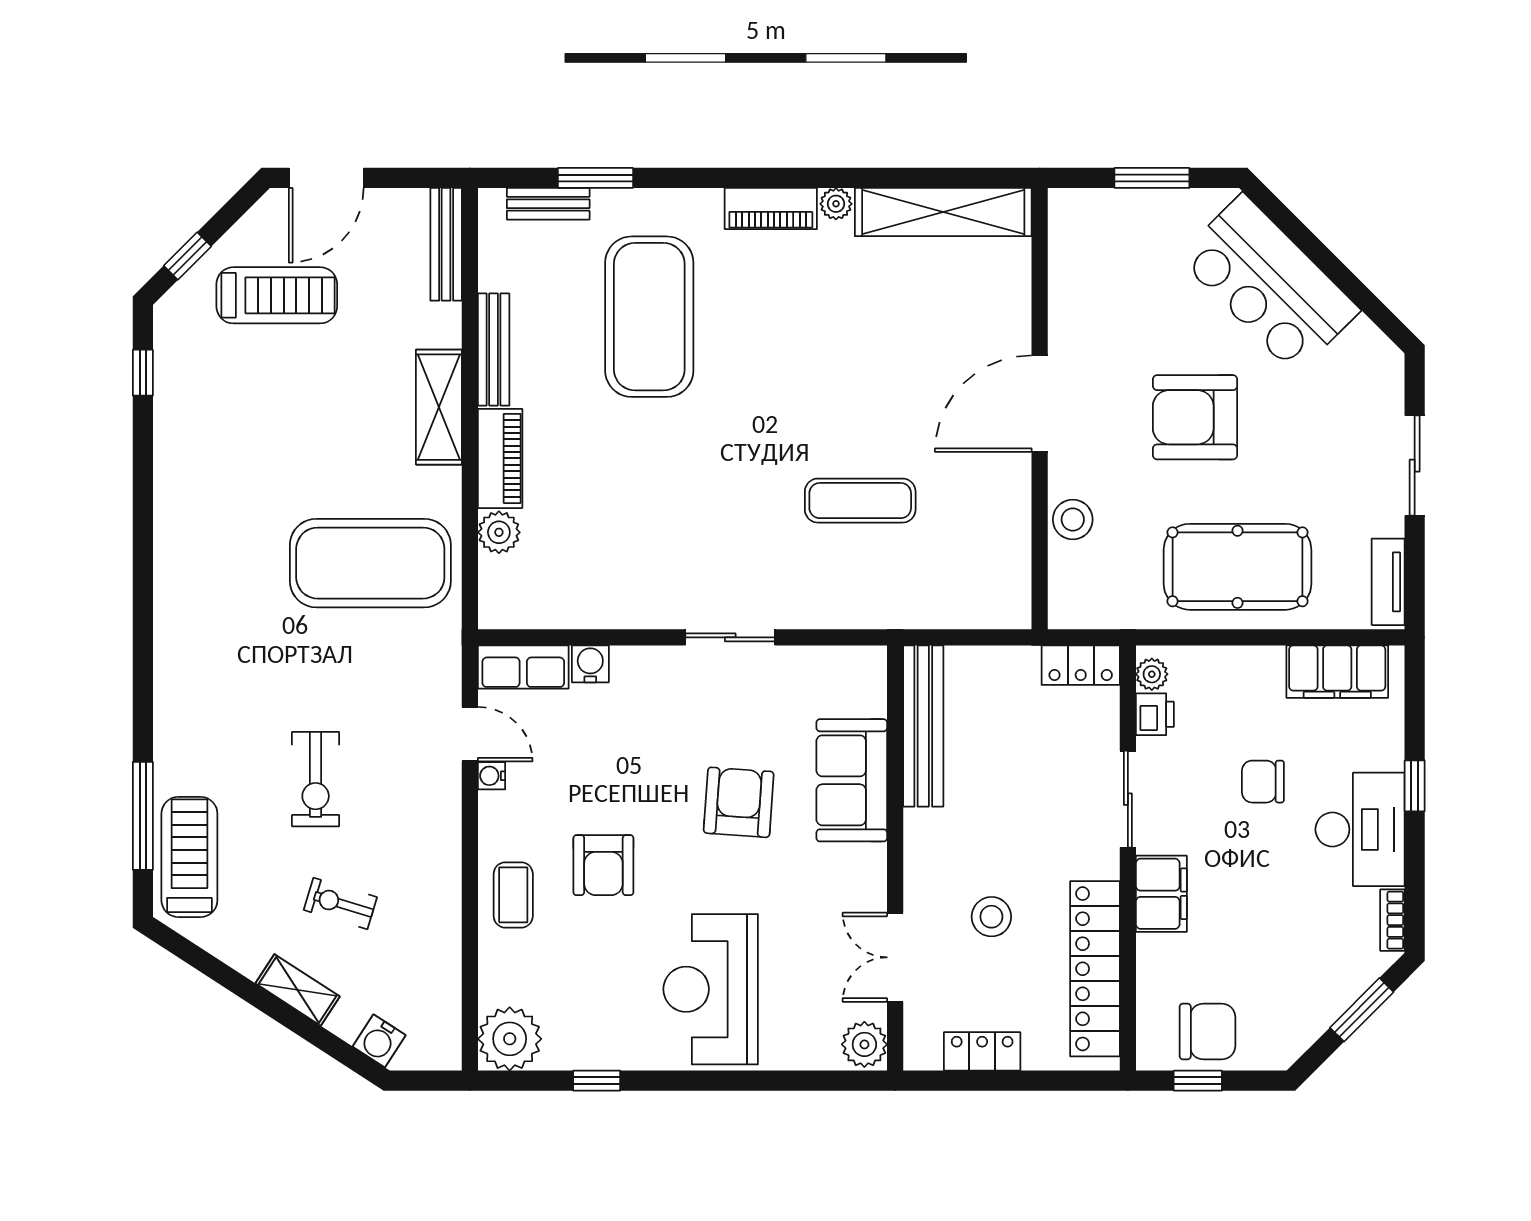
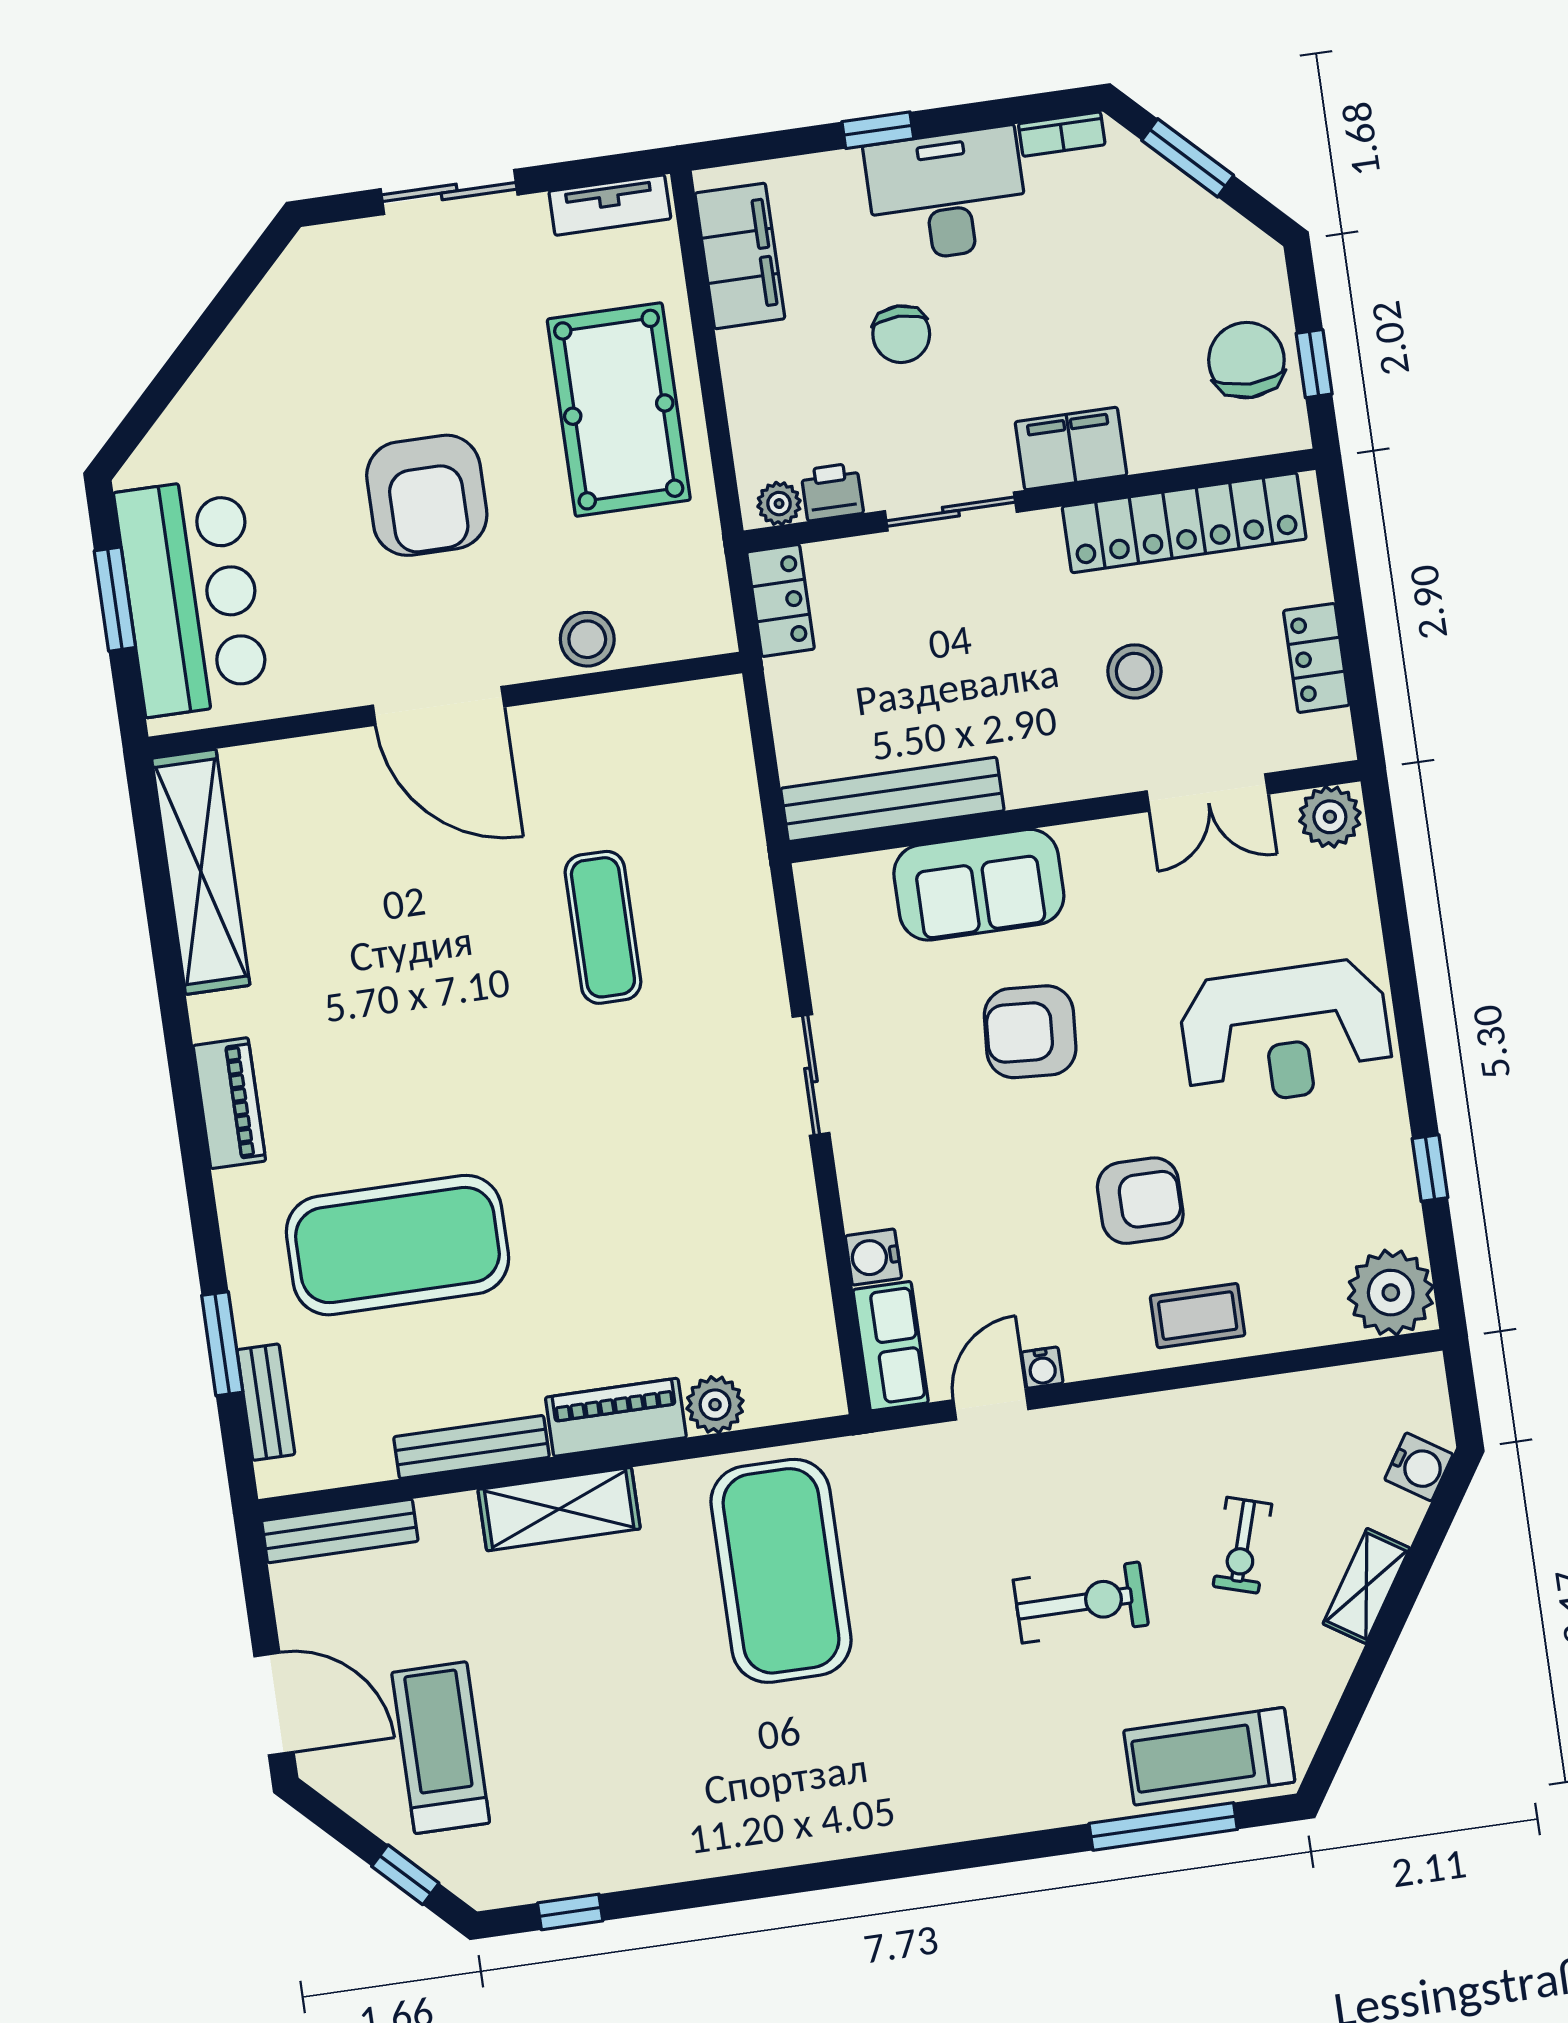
plant: (836, 204) -> (210, 1017), removed
bar counter: (1269, 284) -> (192, 596), moved, turned -45

